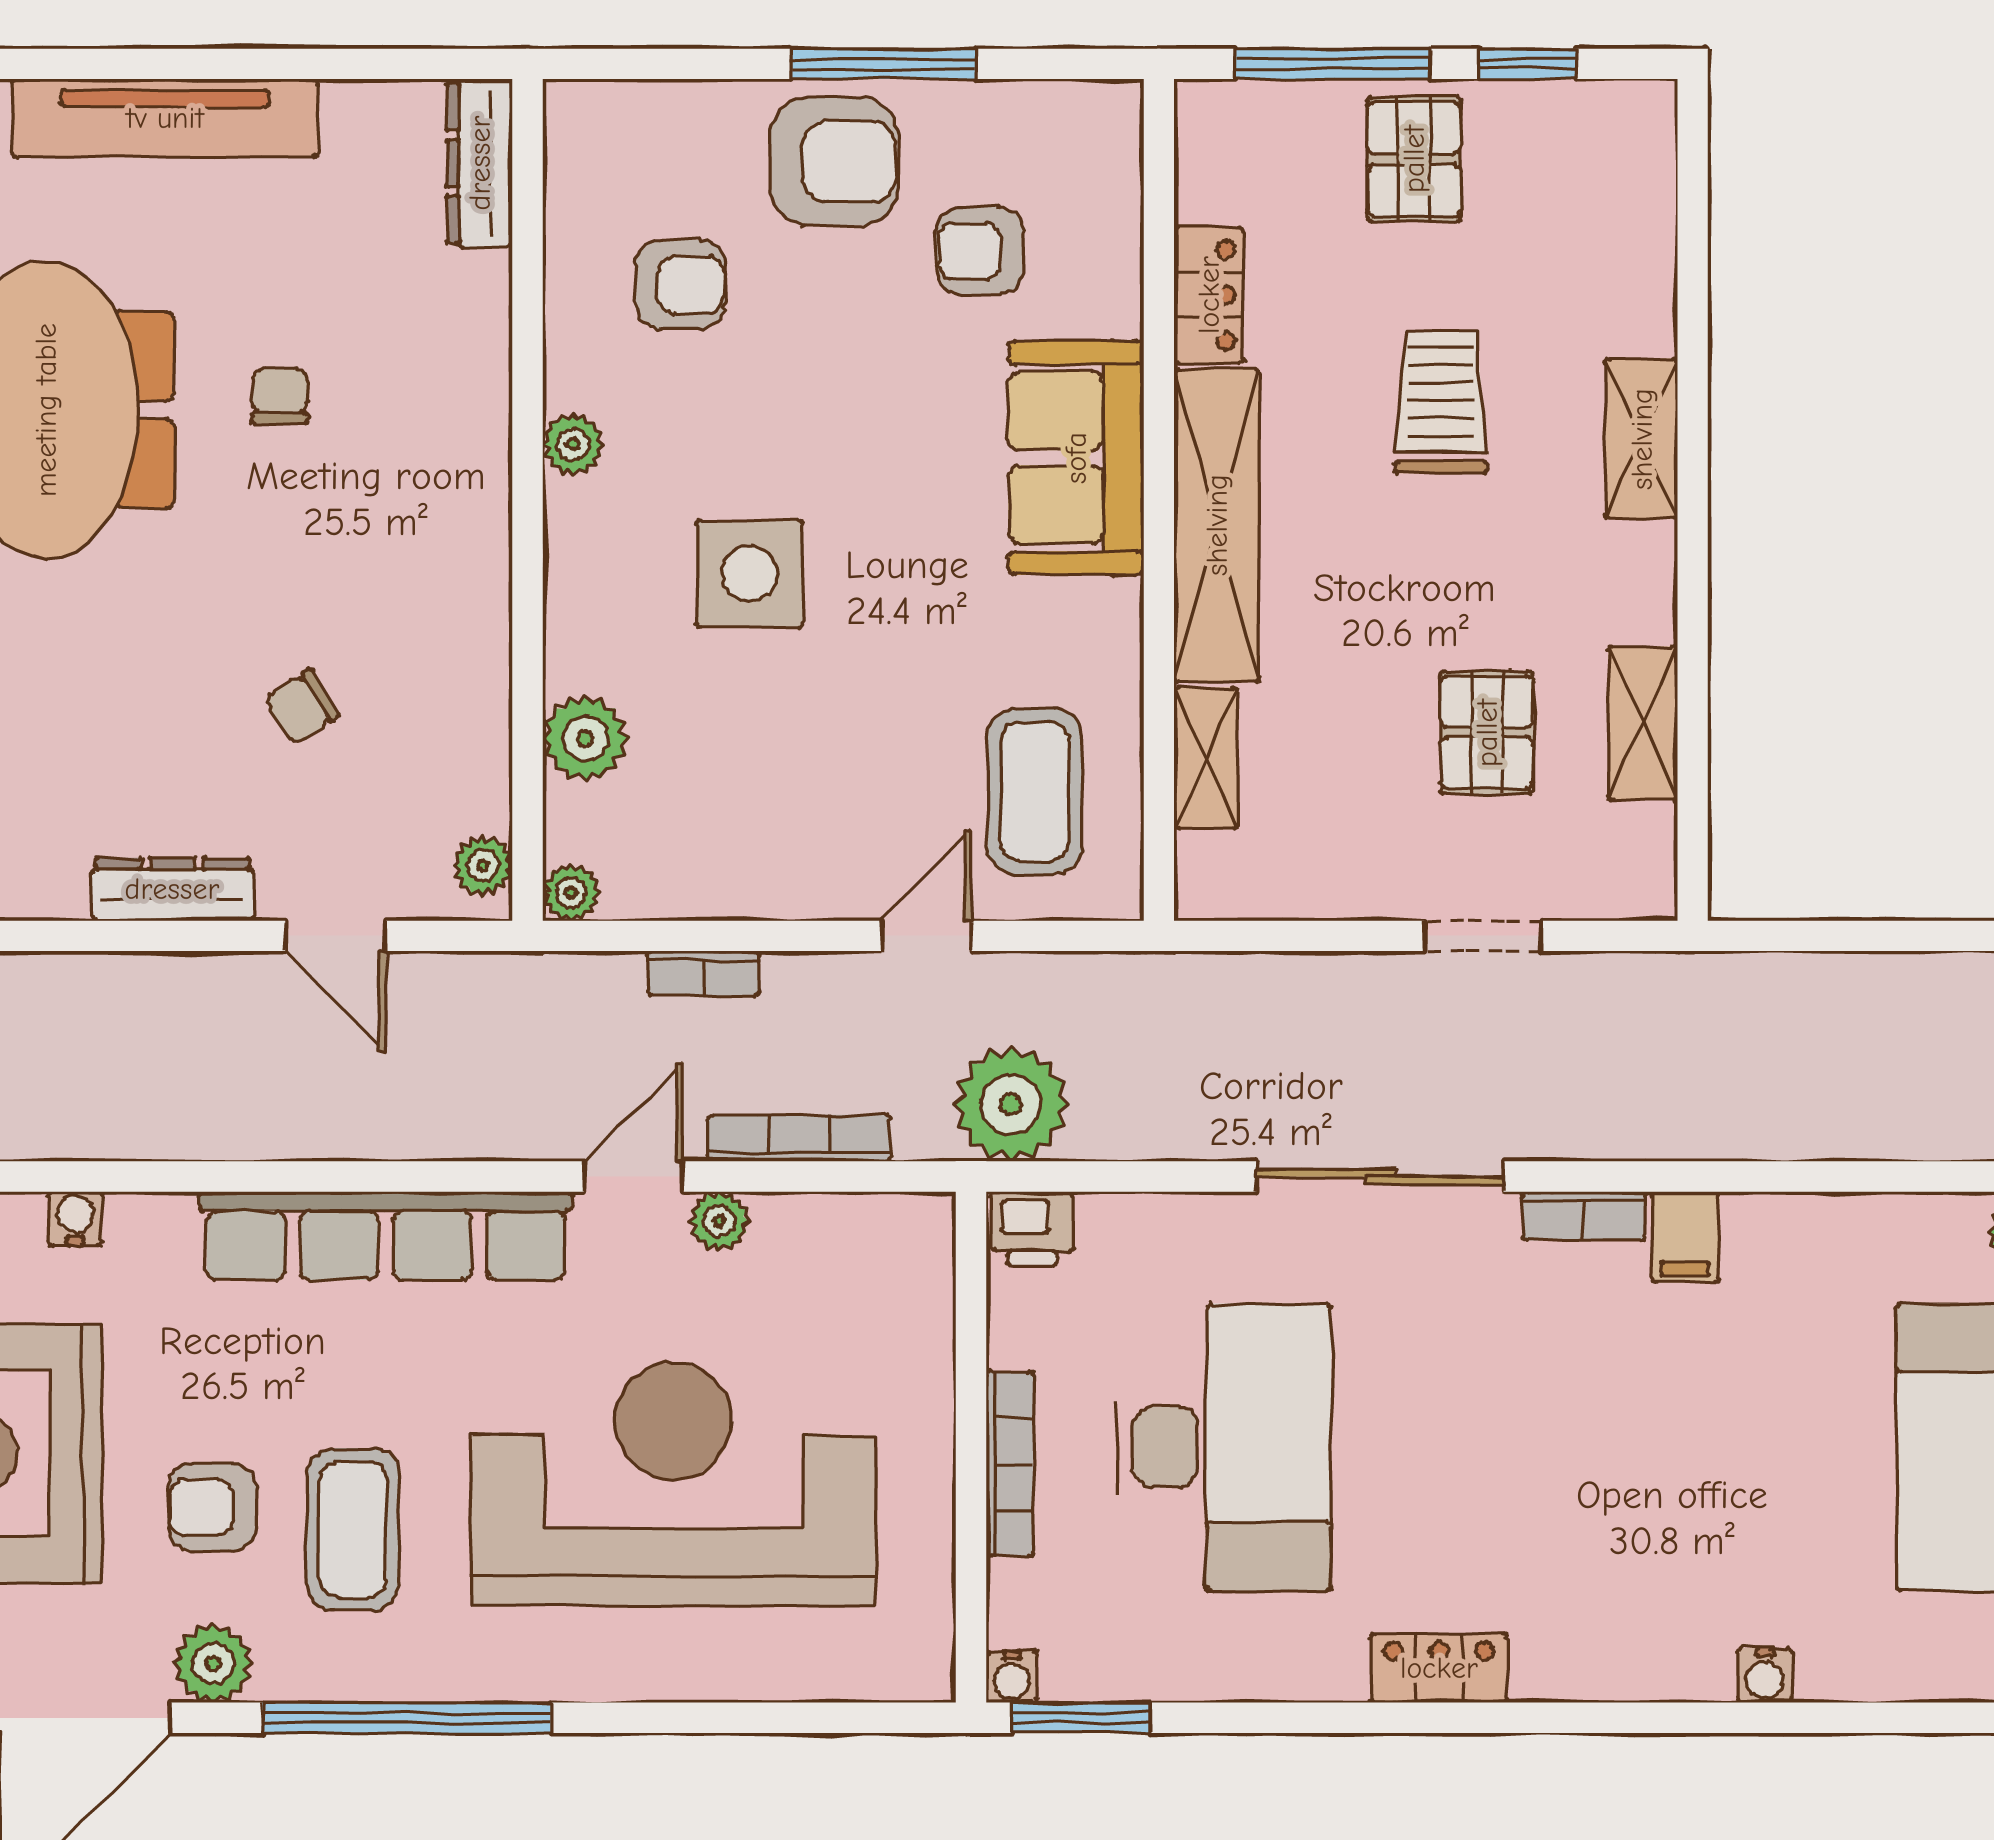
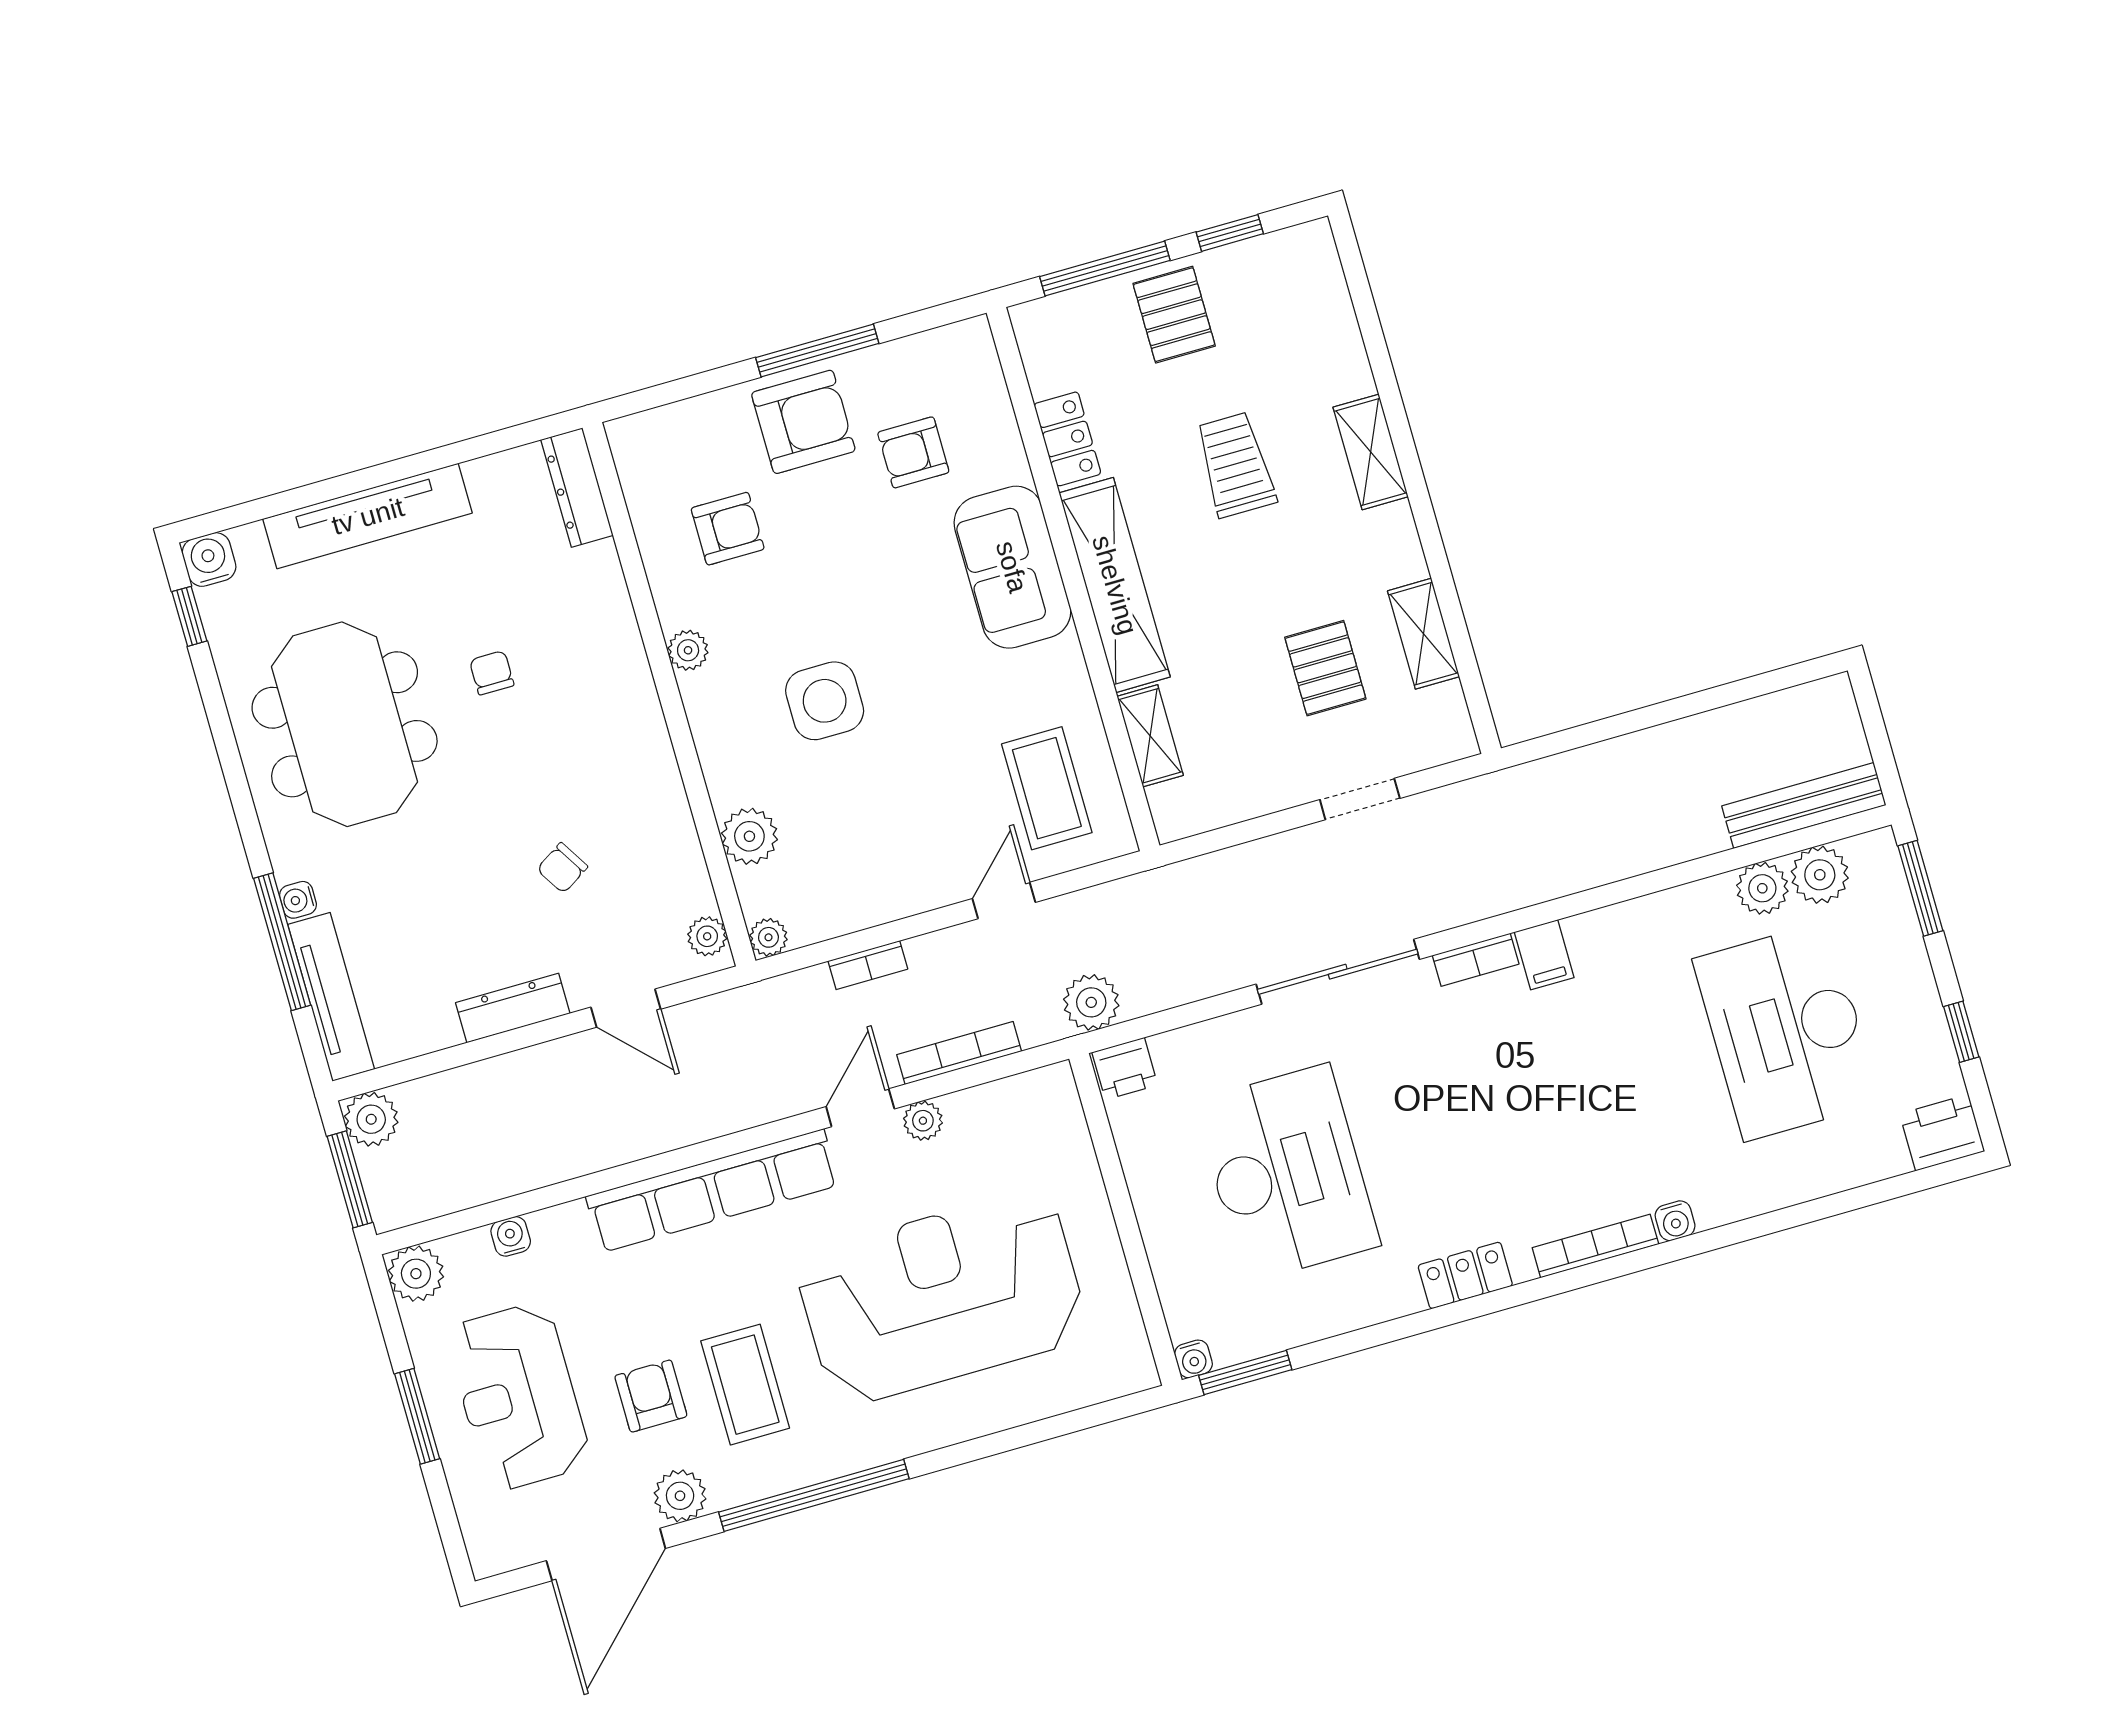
plant: (1011, 1104) -> (1091, 1002), width x0.73, depth x0.73
bookcase: (1010, 1464) -> (1595, 1246), moved, turned -90
armchair: (212, 1507) -> (651, 1396), turned 90

